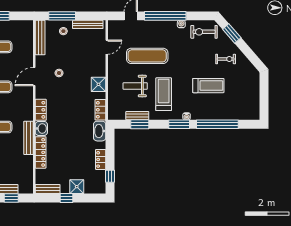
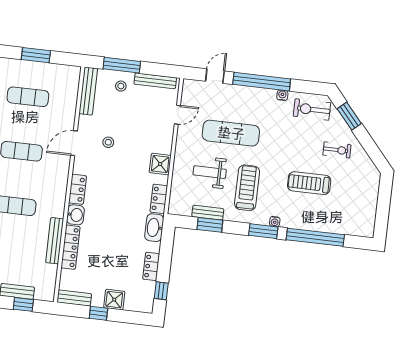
treadmill: (208, 86) -> (309, 183), turned 180
bench: (28, 138) -> (55, 241), moved

